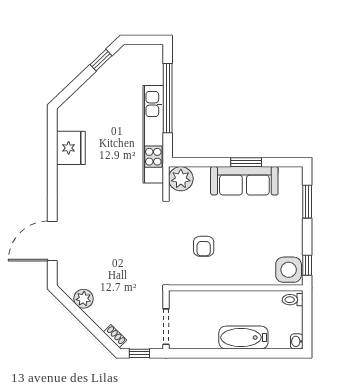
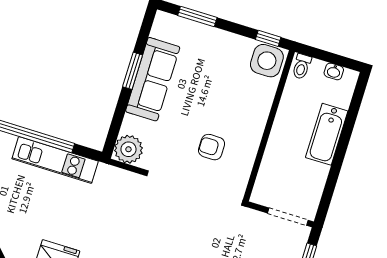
kitchen unit: (153, 134) -> (55, 160), width x0.73
armchair: (204, 246) -> (212, 147), turned 180
washbasin: (297, 341) -> (334, 71), moved

